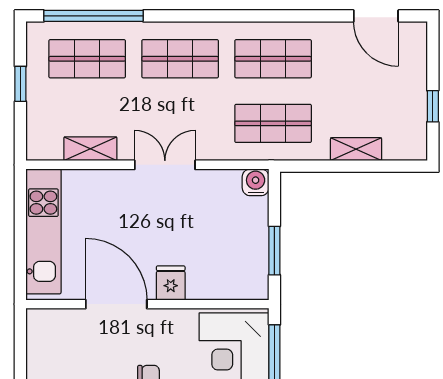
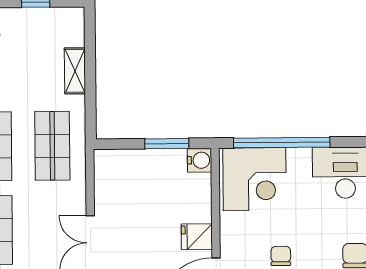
water cooler: (256, 182) -> (199, 160), moved, turned 180

